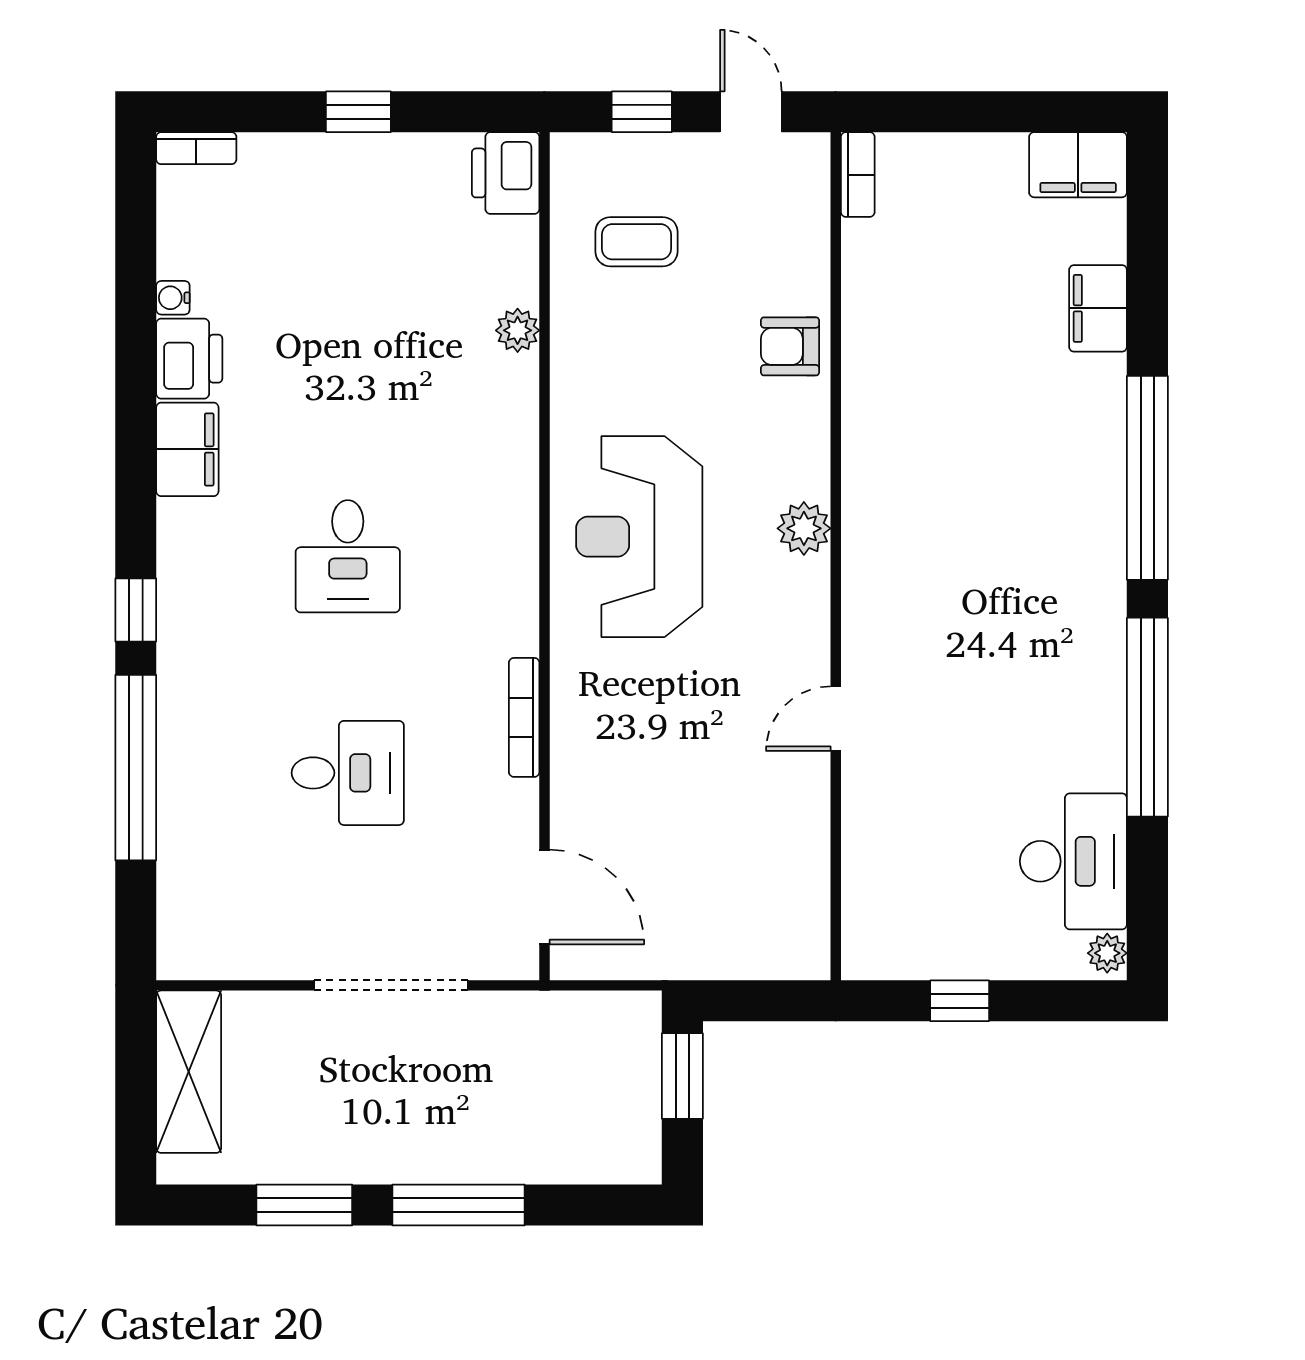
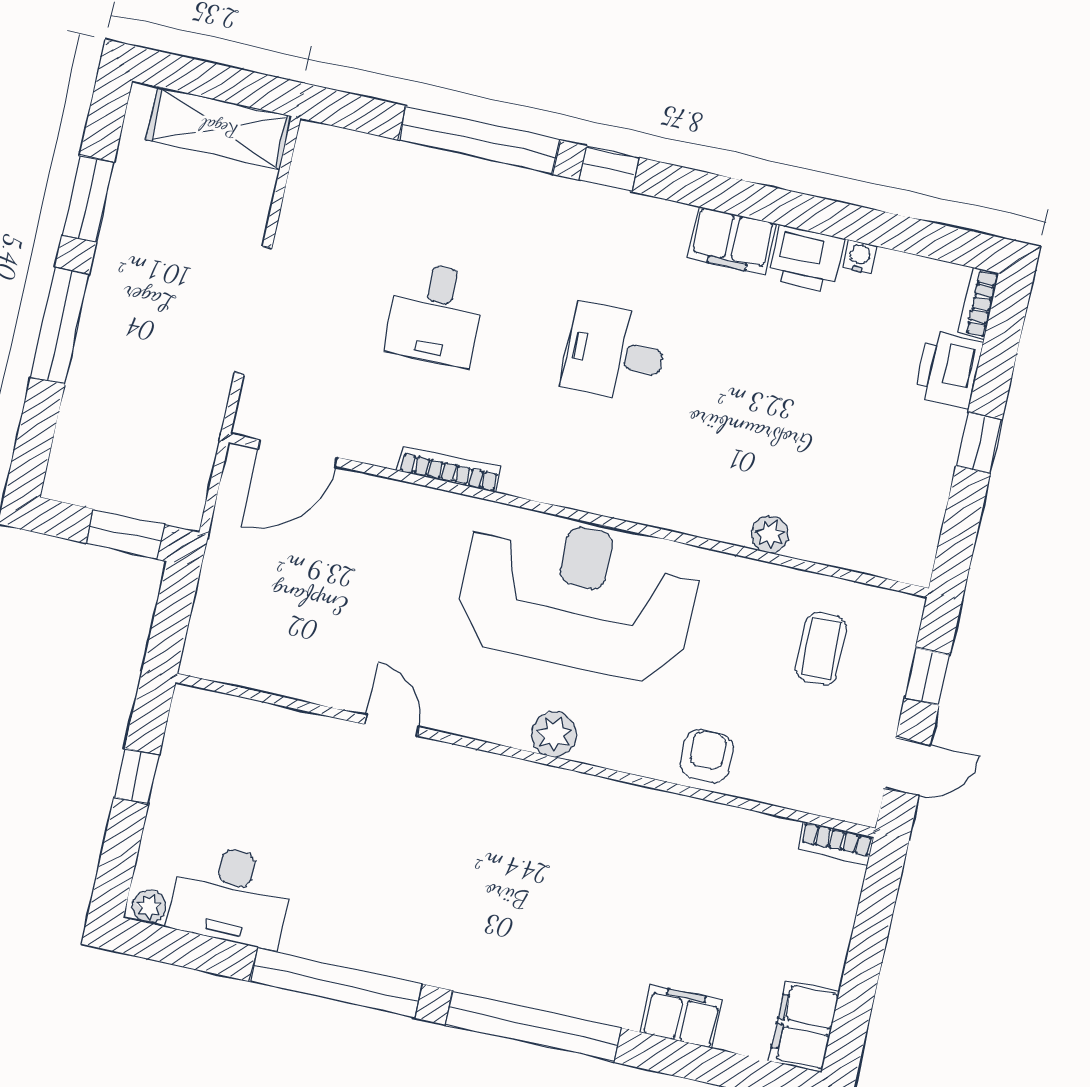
printer: (506, 173) -> (948, 370), moved, turned -90
reception desk: (639, 537) -> (578, 597), width x1.36, depth x1.30

